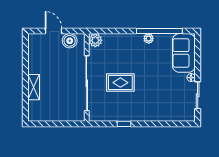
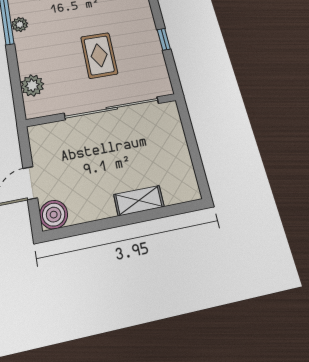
plant: (95, 40) -> (32, 85), moved
boiler: (70, 41) -> (54, 215), moved

